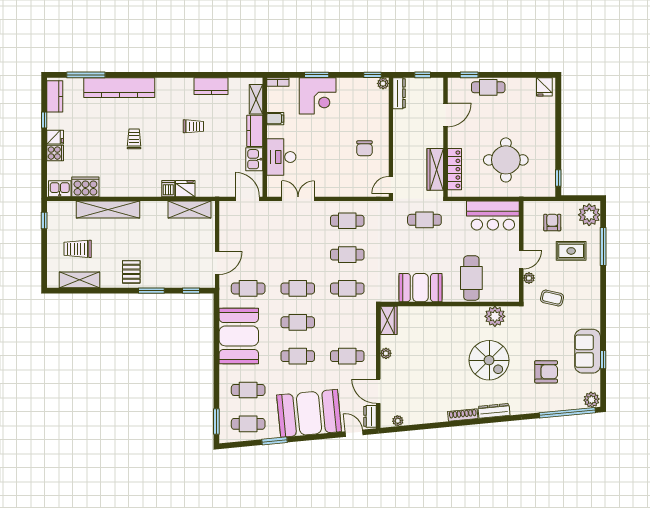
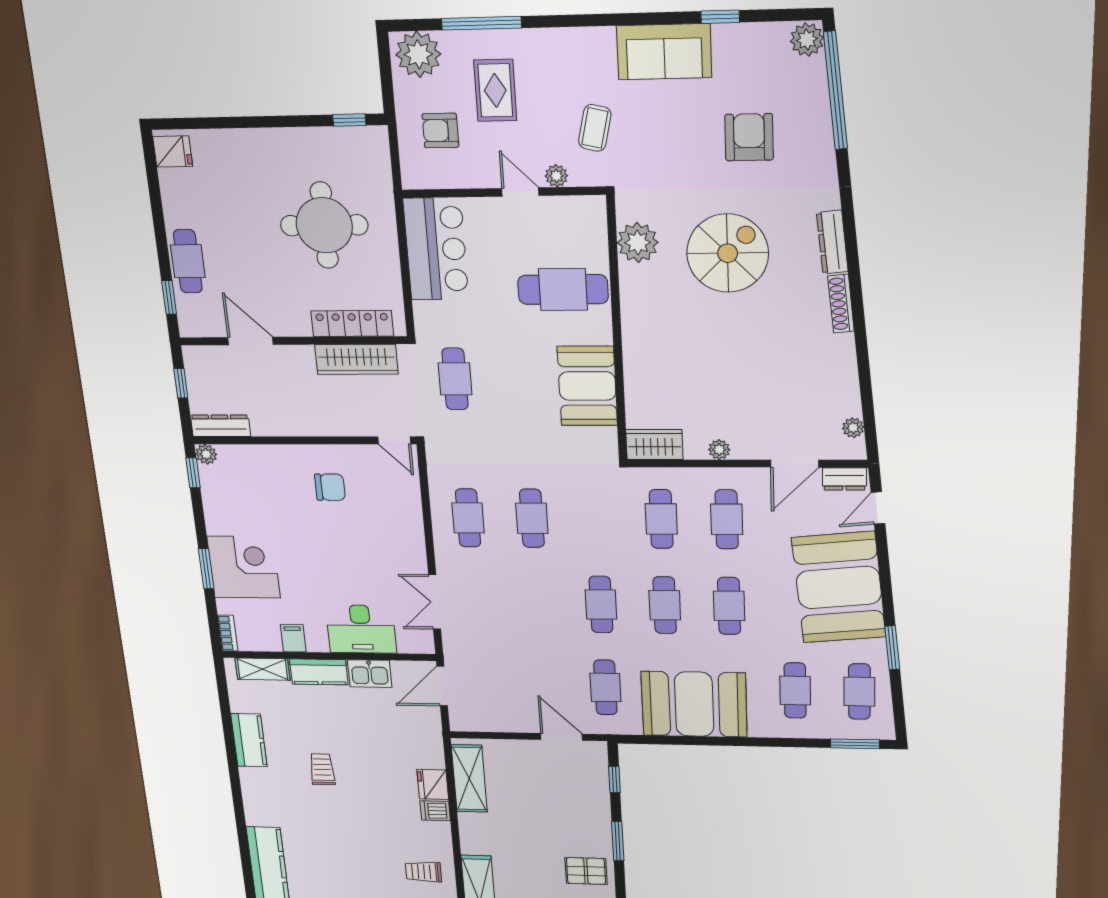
trolley: (134, 139) -> (423, 872), moved
cafe table: (347, 288) -> (661, 519), moved
sofa: (588, 351) -> (664, 52), moved

